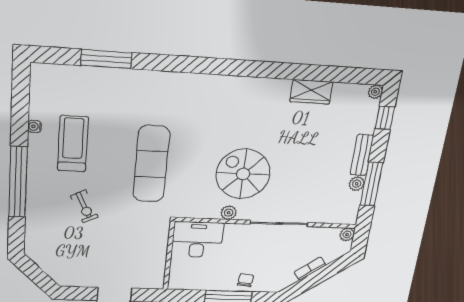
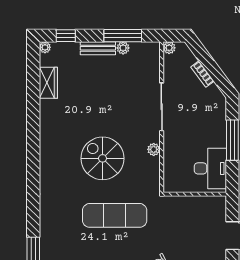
wardrobe: (311, 92) -> (48, 83), moved
spiral stairs: (243, 174) -> (103, 158), moved, turned 90
desk: (197, 240) -> (210, 168), moved, turned 180
chair: (246, 280) -> (215, 128), removed

